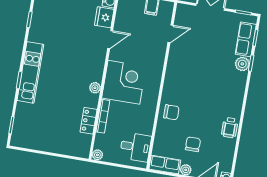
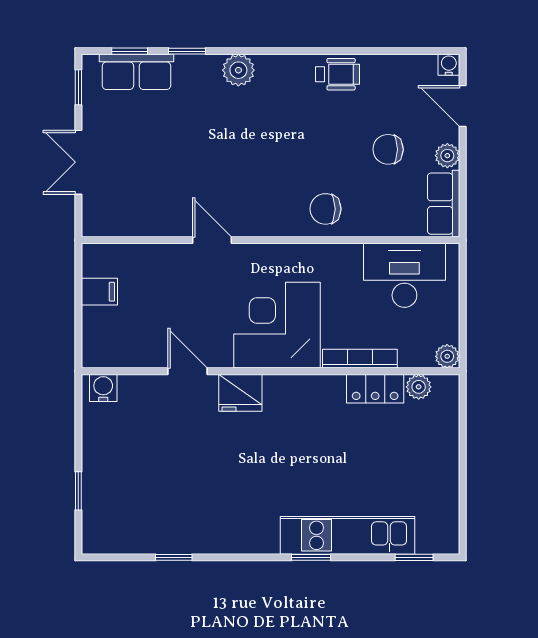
fridge: (104, 17) -> (240, 393), moved
door: (170, 34) -> (212, 240), moved
plant: (242, 64) -> (238, 70), moved
kitchen unit: (30, 72) -> (347, 535), moved
plant: (95, 88) -> (419, 387), moved
chair: (171, 112) -> (325, 209), turned -90
desk: (135, 147) -> (404, 275), width x1.37

